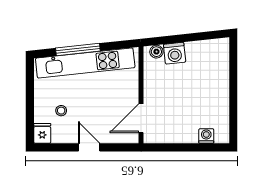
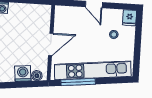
window: (78, 50) -> (78, 82), moved
door: (141, 118) -> (51, 44), moved

